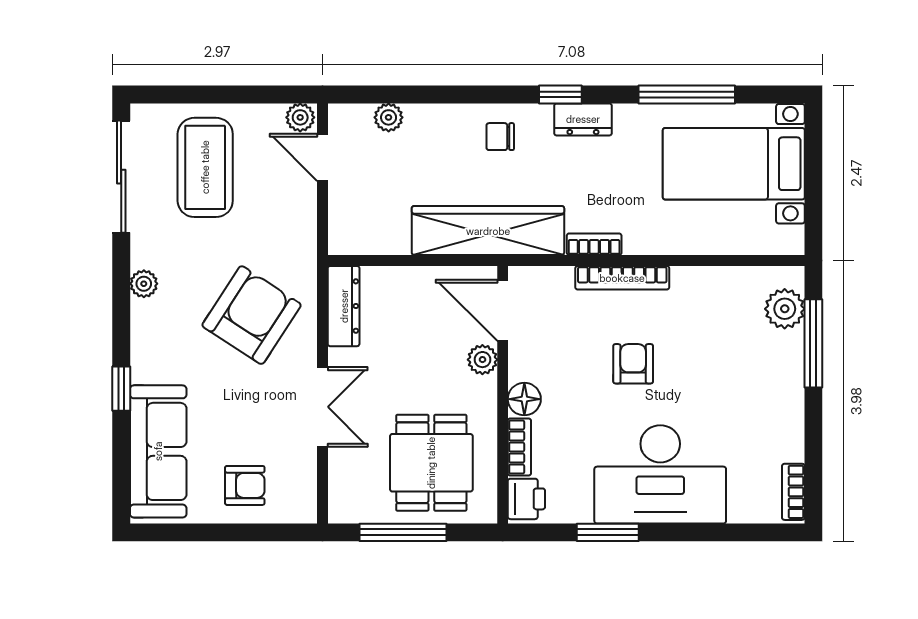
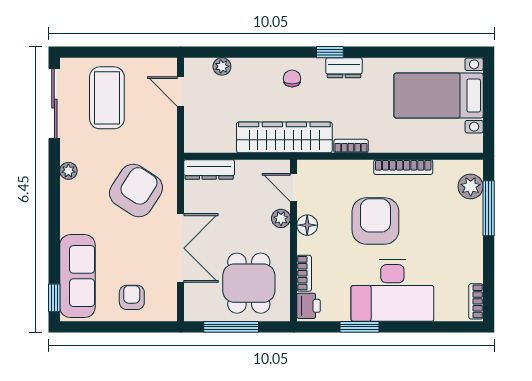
window: (687, 94) -> (409, 52), removed
plant: (300, 117) -> (167, 66), removed
chair: (500, 137) -> (292, 79), turned 90
bookcase: (622, 278) -> (403, 167), moved
dresser: (344, 306) -> (209, 169), moved, turned 90
door: (503, 310) -> (294, 187), width x0.73
armchair: (633, 364) -> (375, 221), width x1.88, depth x1.88
window: (121, 389) -> (54, 298), moved
floor lamp: (524, 399) -> (307, 225), moved
double door: (323, 407) -> (181, 248), width x1.37
armchair: (245, 485) -> (132, 297), turned -90

